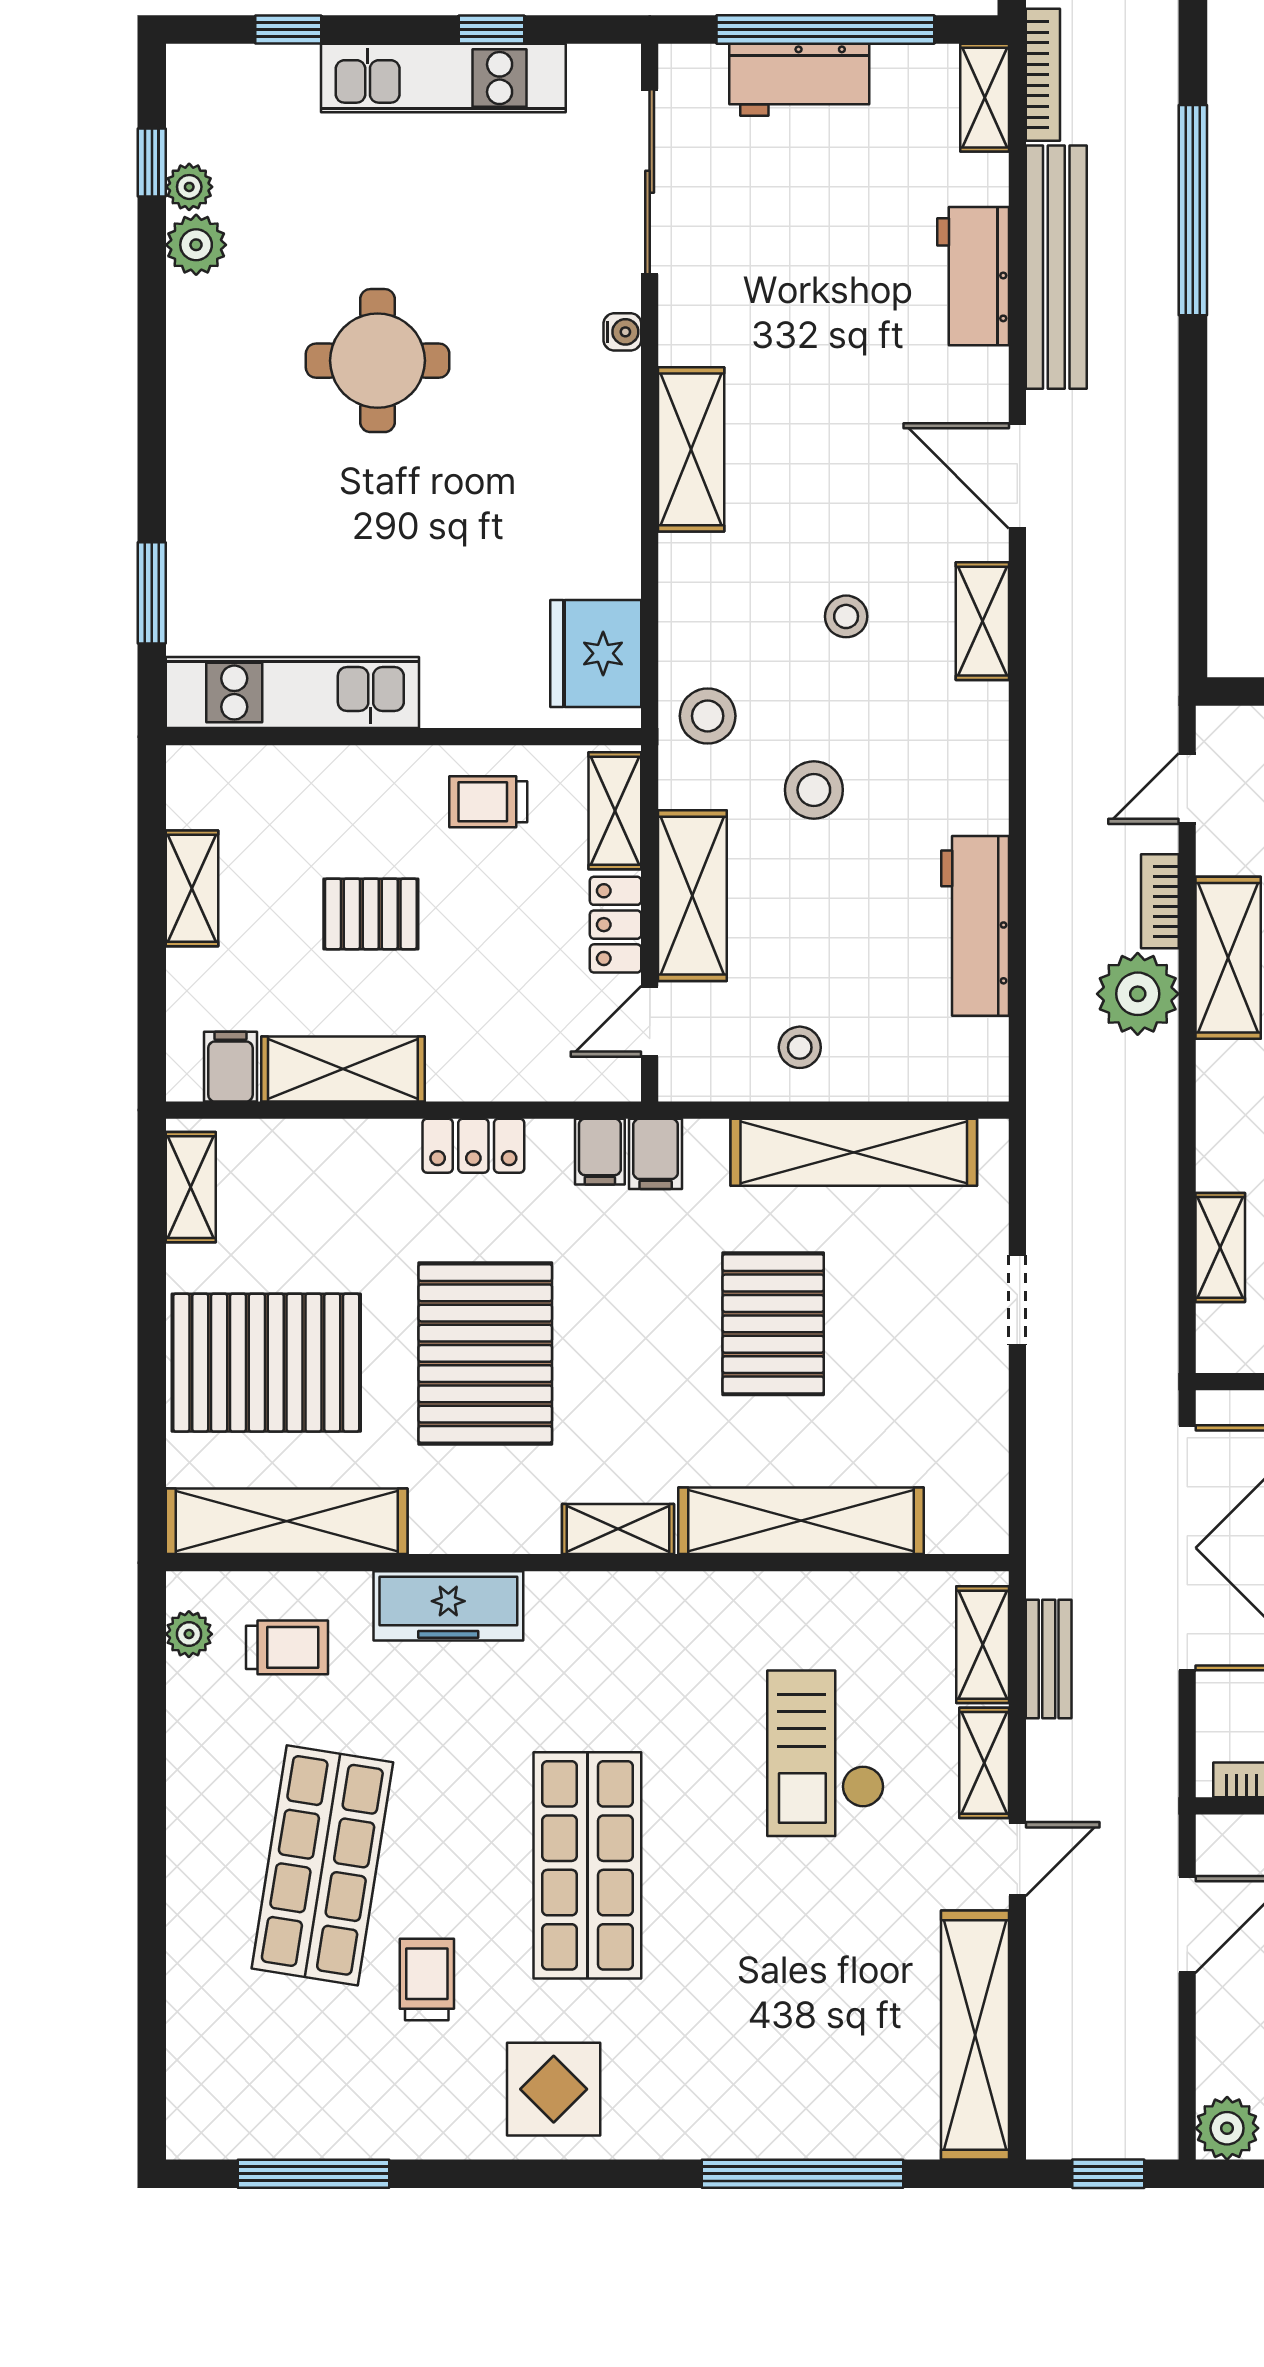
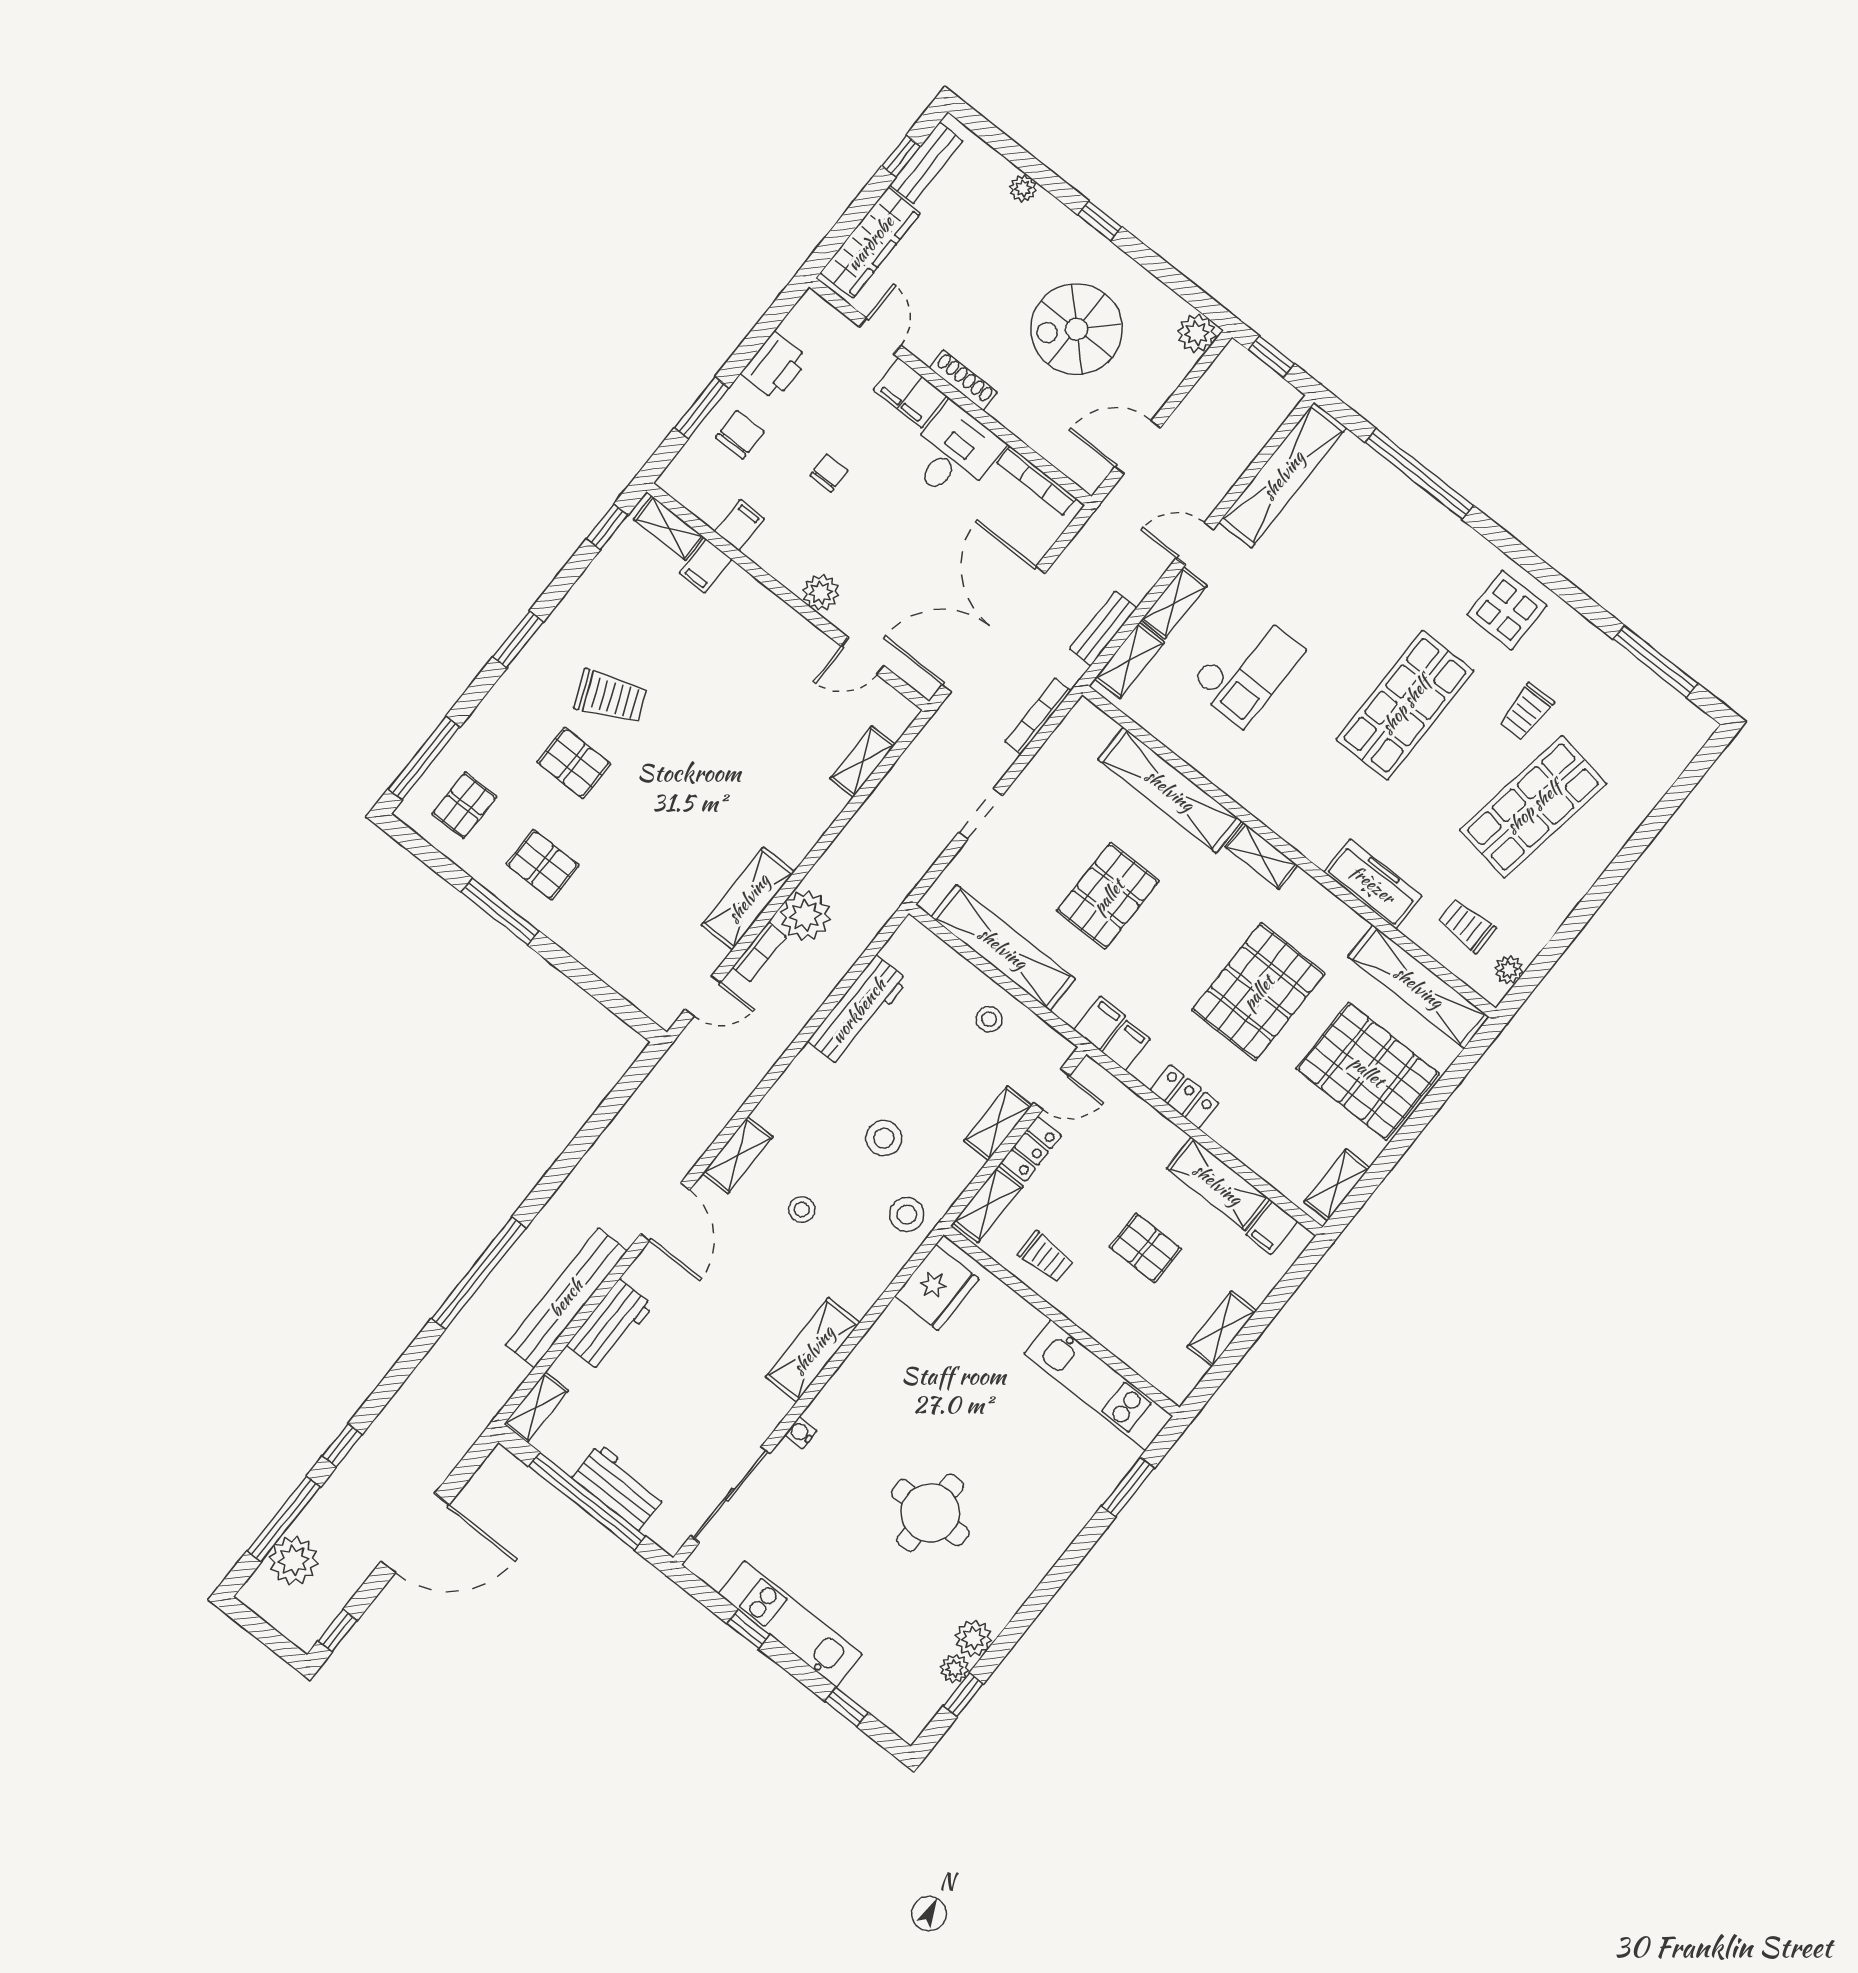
bookcase: (1043, 75) -> (1038, 716), moved
shelving: (692, 896) -> (998, 1123), width x0.67, depth x0.75

